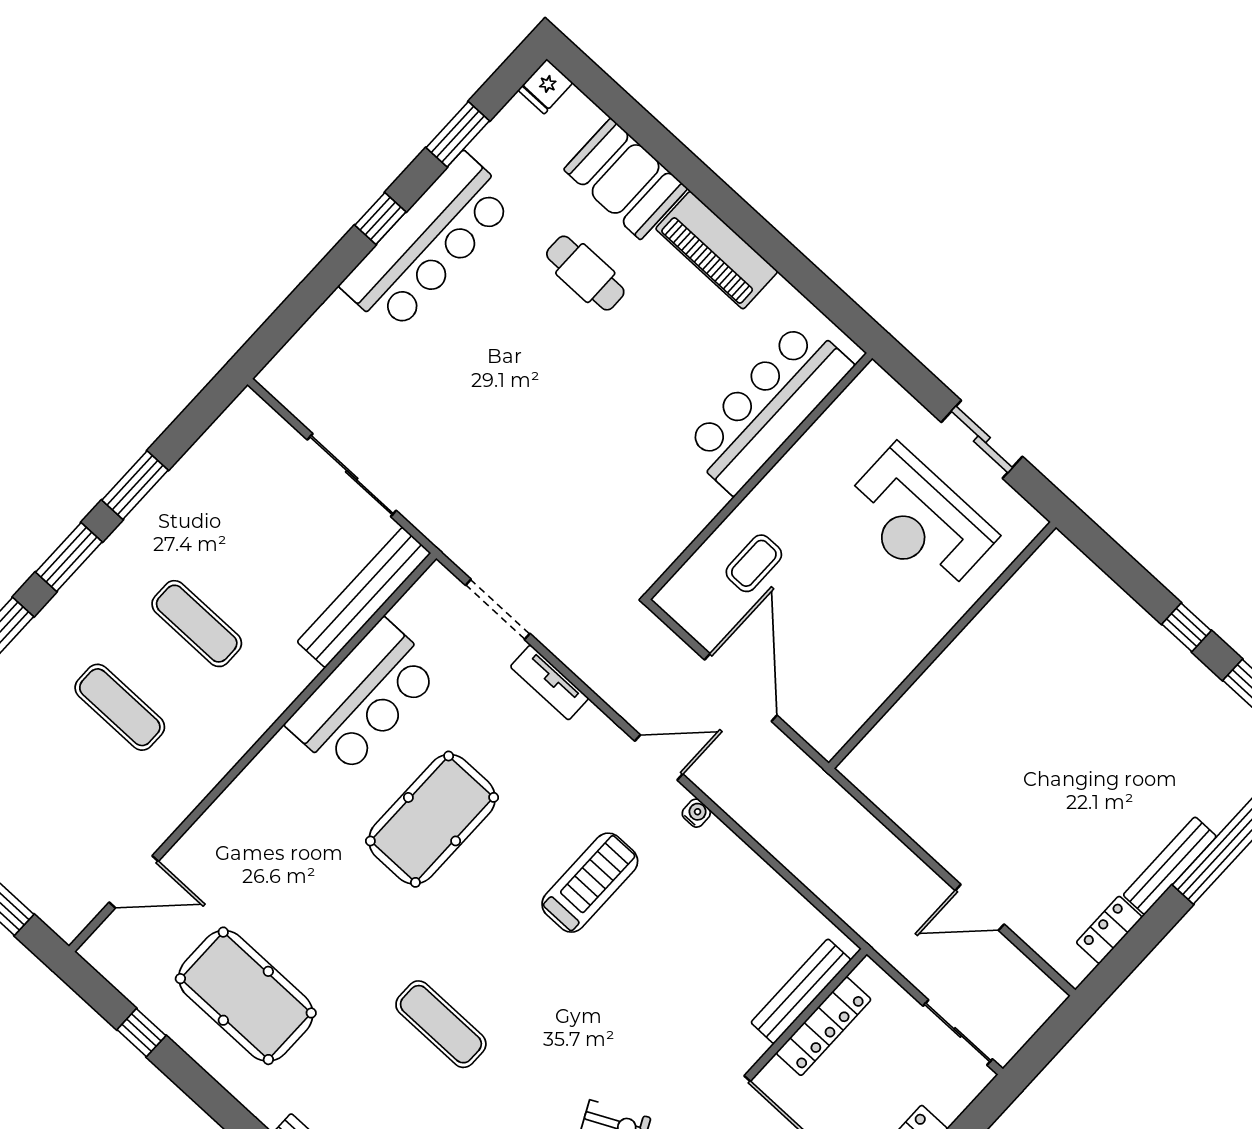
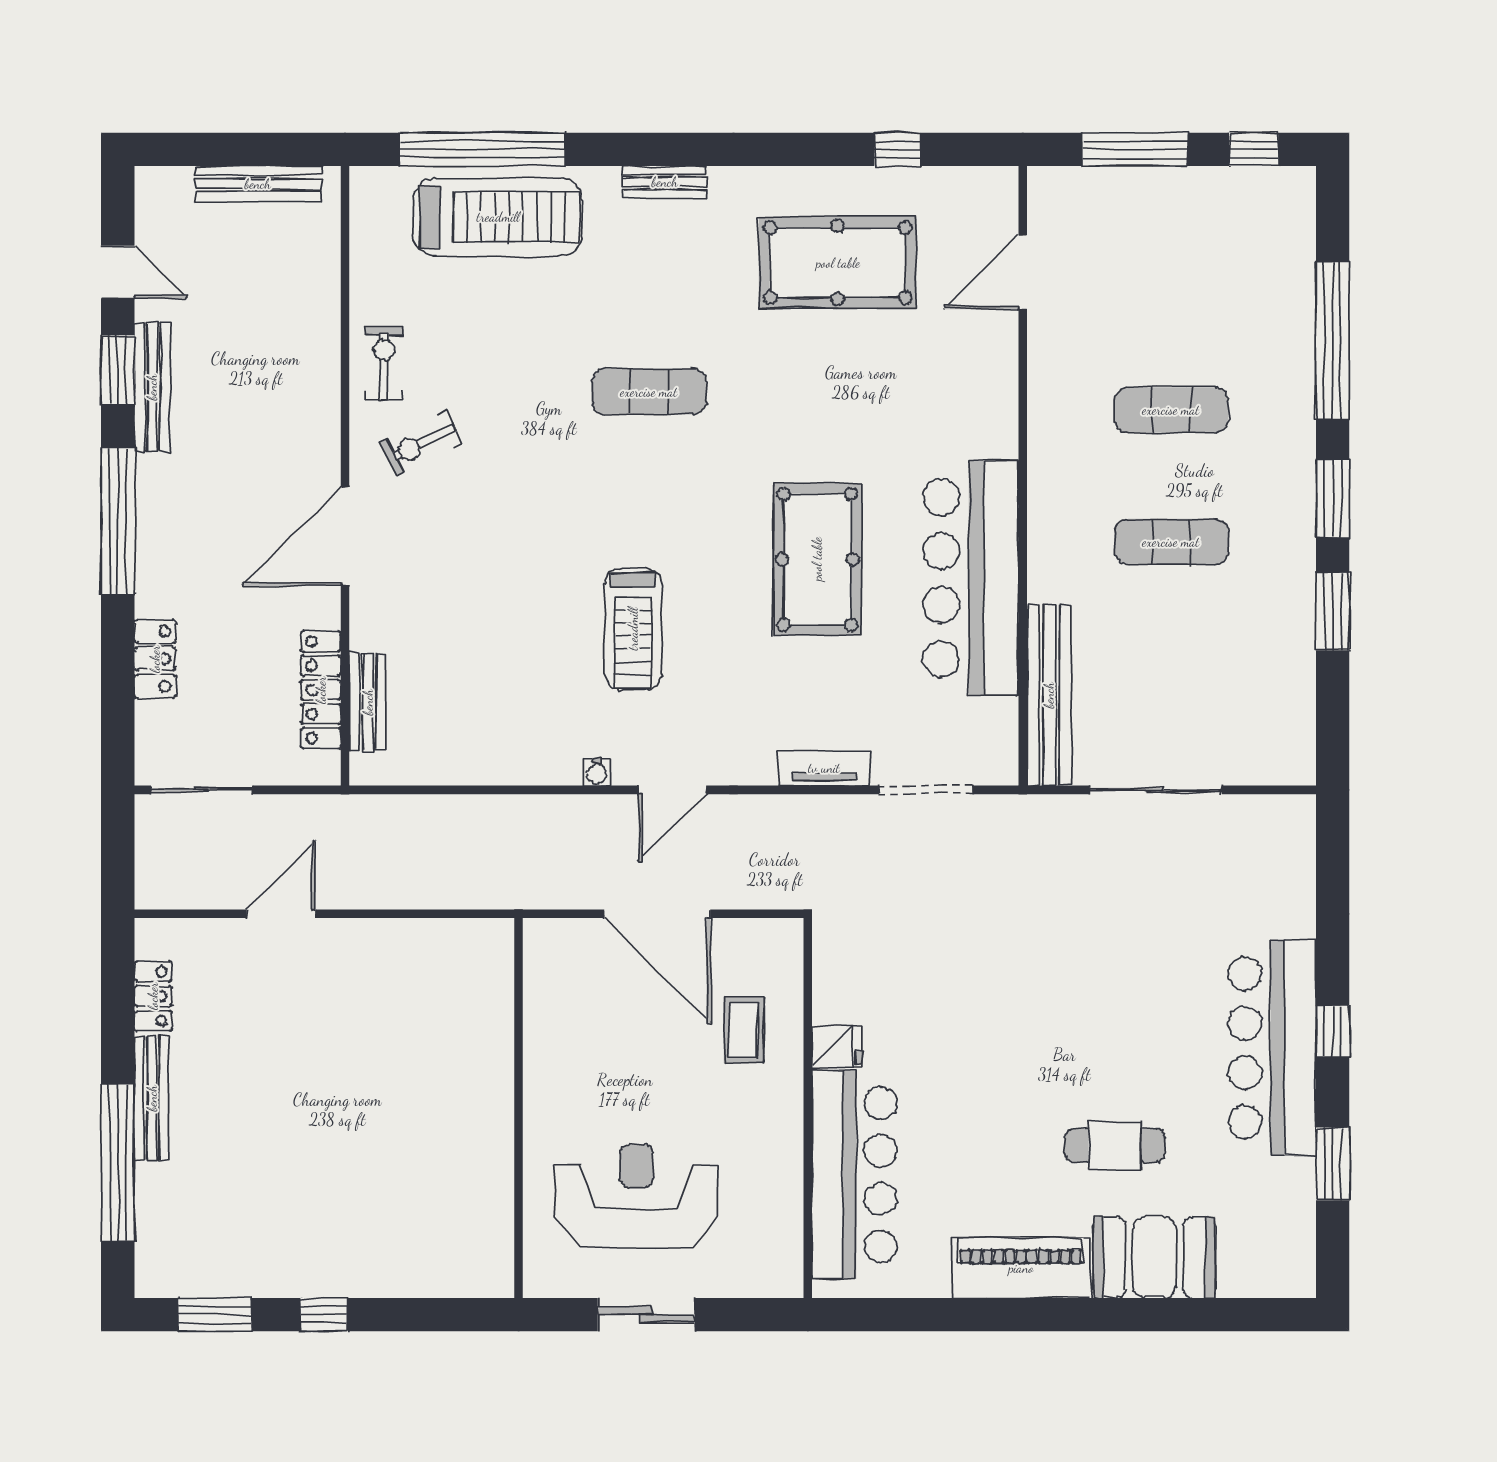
fridge: (545, 86) -> (837, 1047), moved, turned 90
bar counter: (364, 698) -> (971, 578), width x1.36
bench: (801, 991) -> (368, 702), width x0.73

